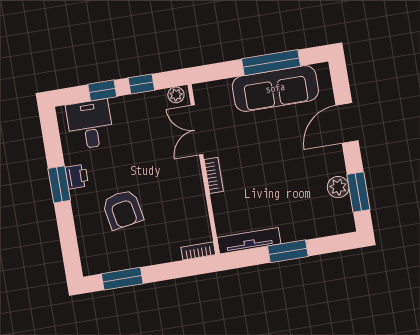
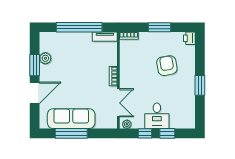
desk: (90, 124) -> (157, 116), moved
printer: (77, 177) -> (189, 38), moved
window: (358, 192) -> (35, 65), moved
tv unit: (249, 241) -> (105, 37), width x0.71
window: (288, 251) -> (79, 27), width x2.11
window: (122, 279) -> (159, 27), moved

